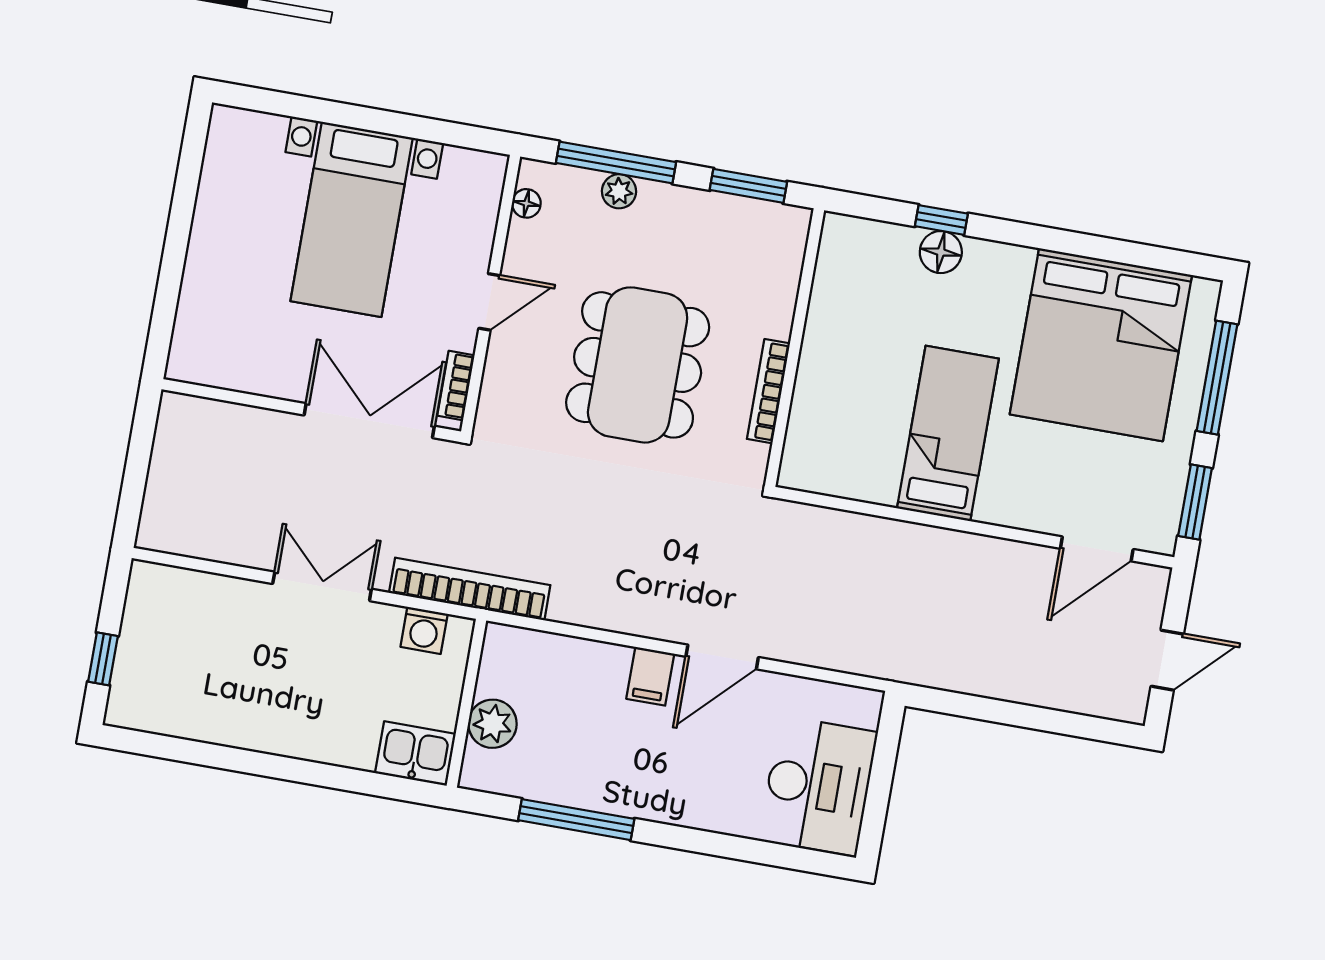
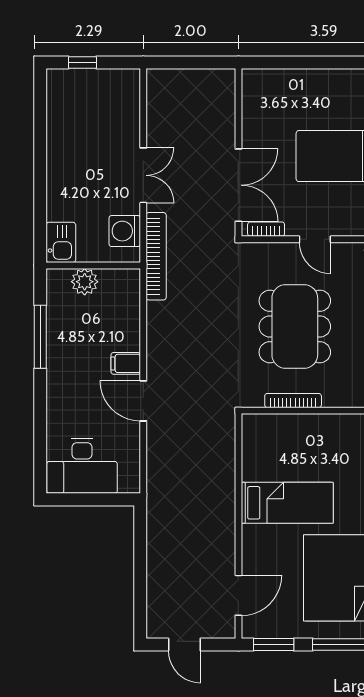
dining table: (638, 365) -> (295, 326), turned 90
door: (1097, 549) -> (238, 595), swing flipped
washing machine: (424, 630) -> (125, 231), width x1.38, depth x1.38

